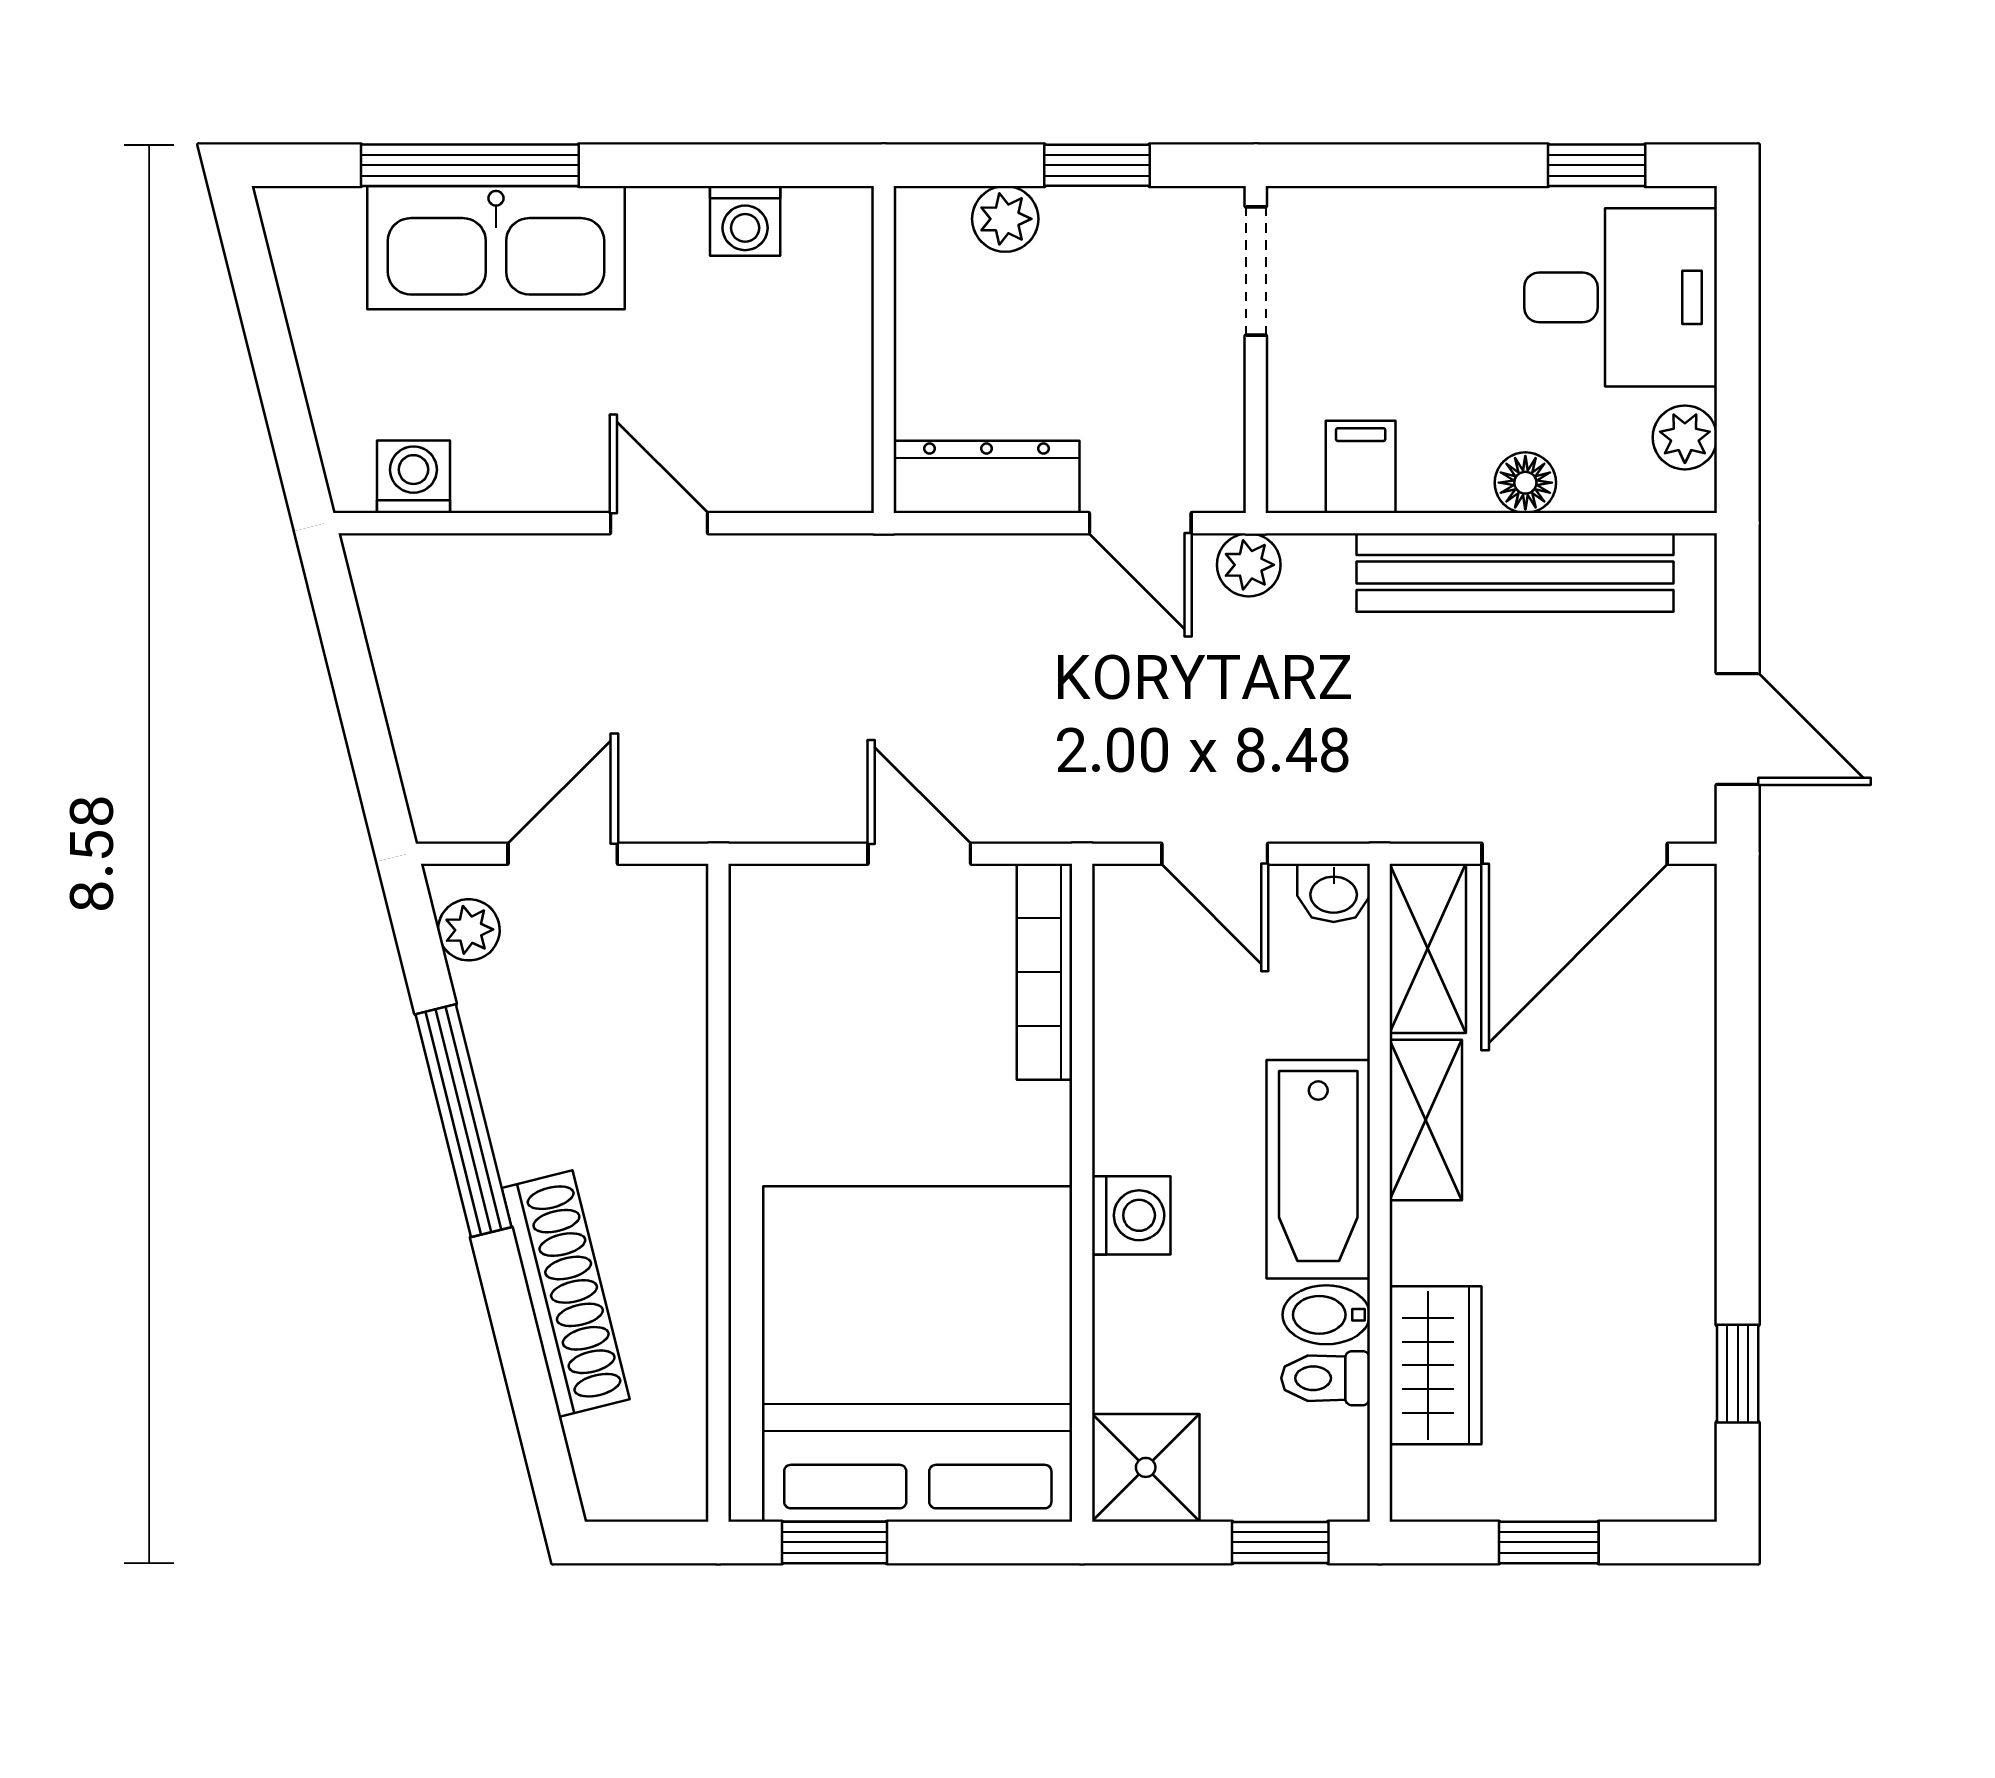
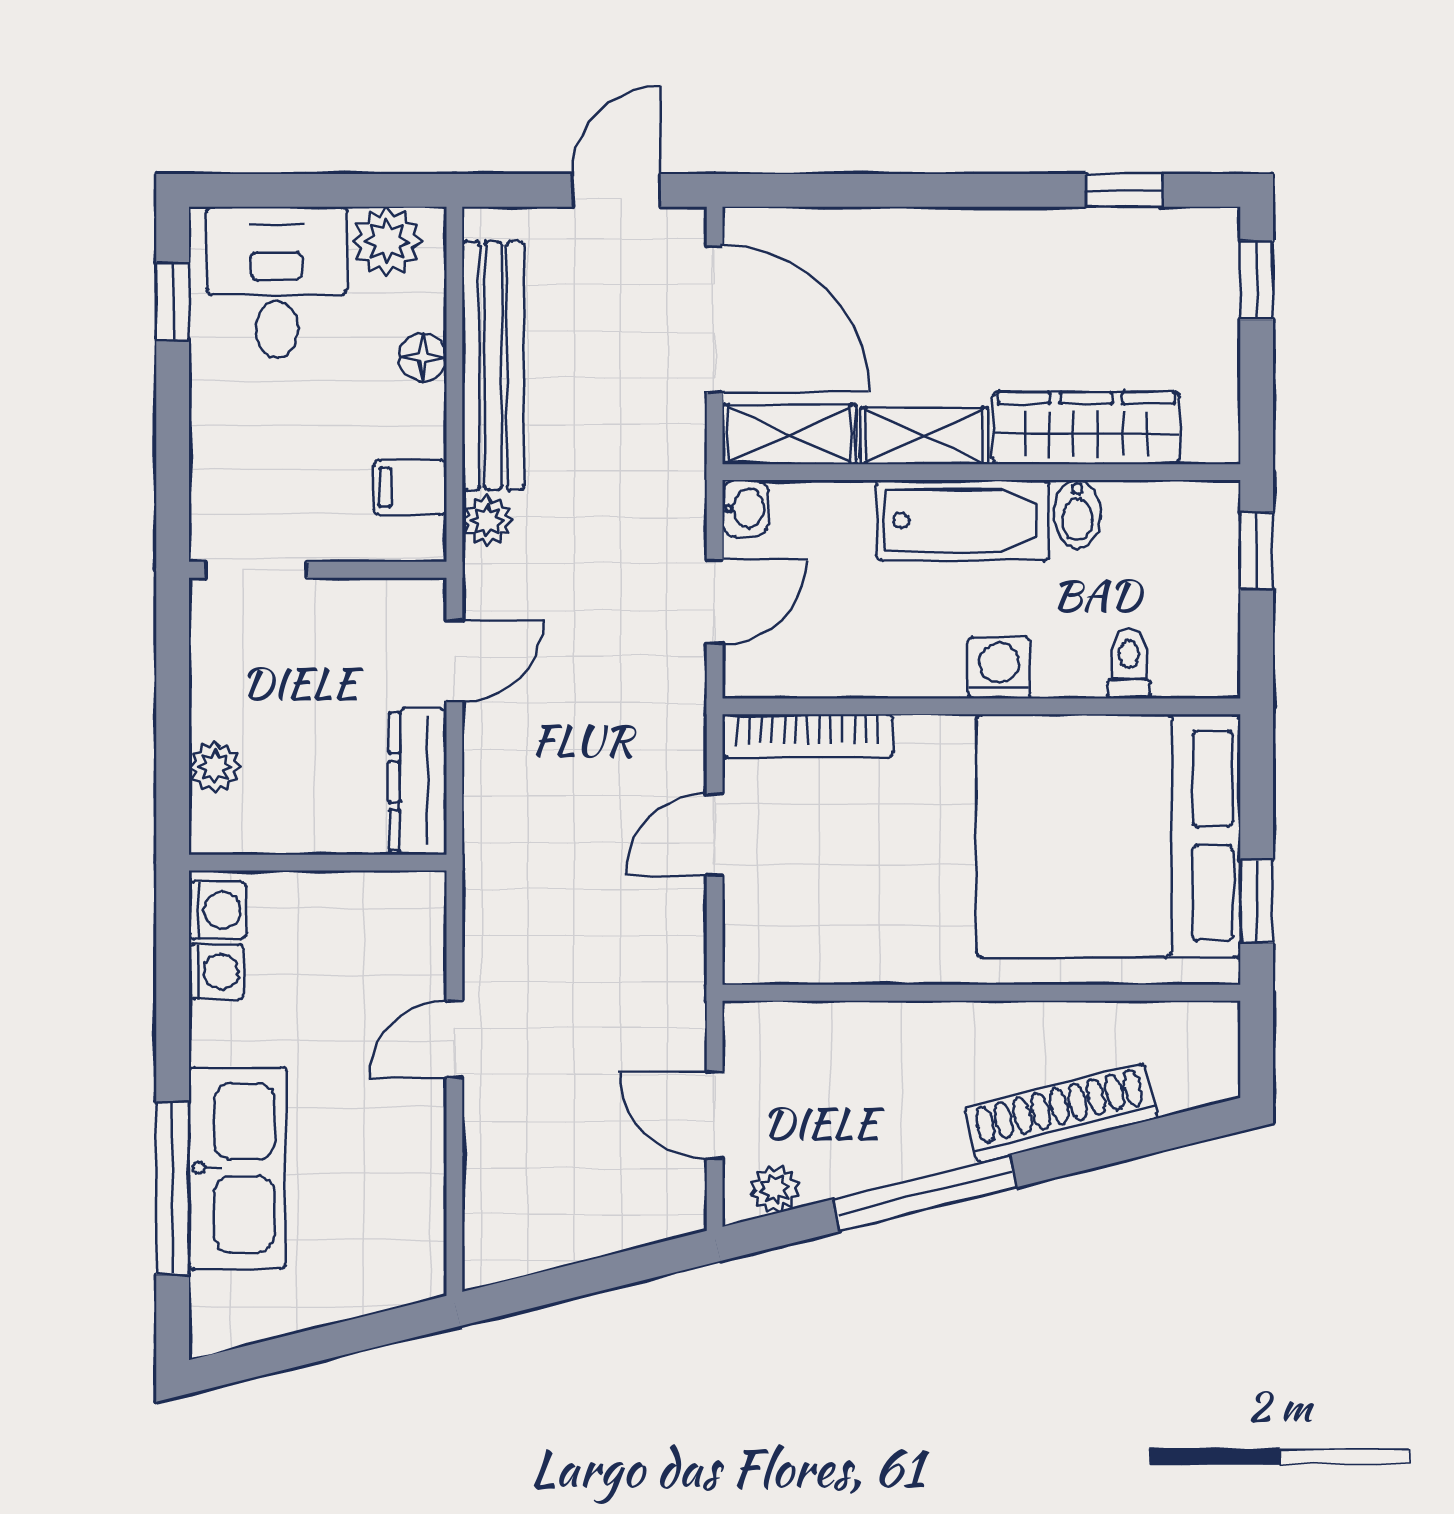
window: (1097, 165) -> (173, 695), removed
plant: (1685, 437) -> (387, 241), width x1.38, depth x1.38
washing machine: (413, 477) -> (218, 910), moved, turned 180
plant: (1249, 565) -> (487, 521), moved
wardrobe: (1436, 1365) -> (1086, 428), width x1.50
toilet: (1326, 1378) -> (1129, 664), moved, turned 180
shower: (1146, 1467) -> (1198, 656), removed
window: (1549, 1542) -> (1257, 280), moved

